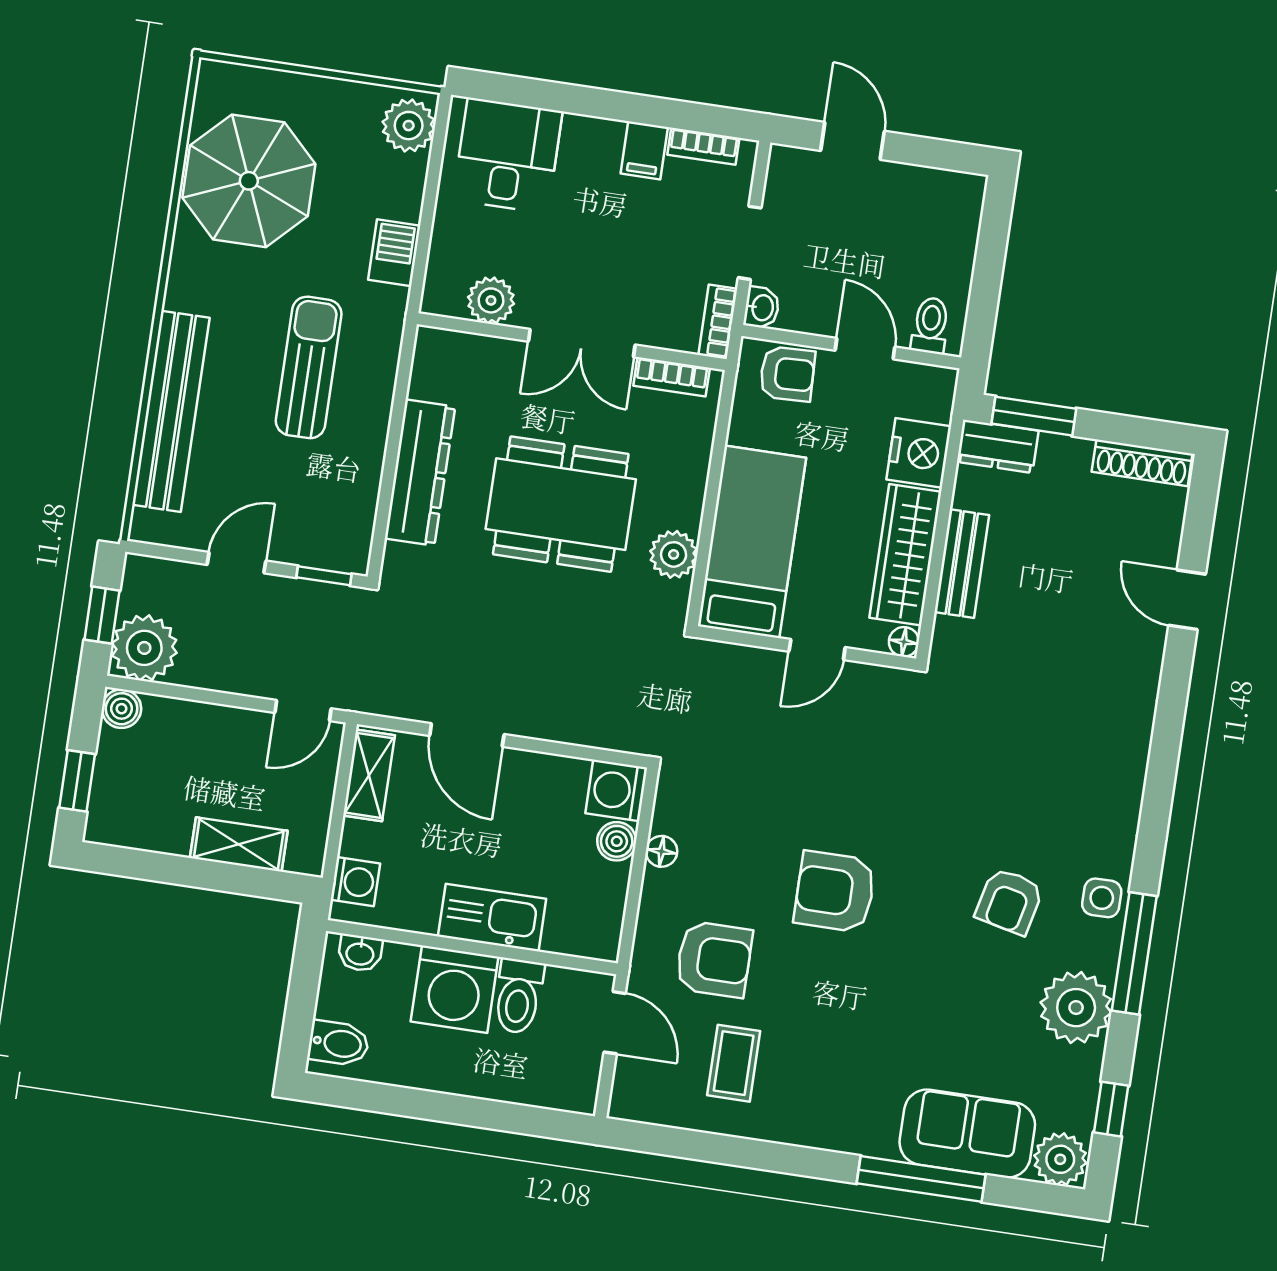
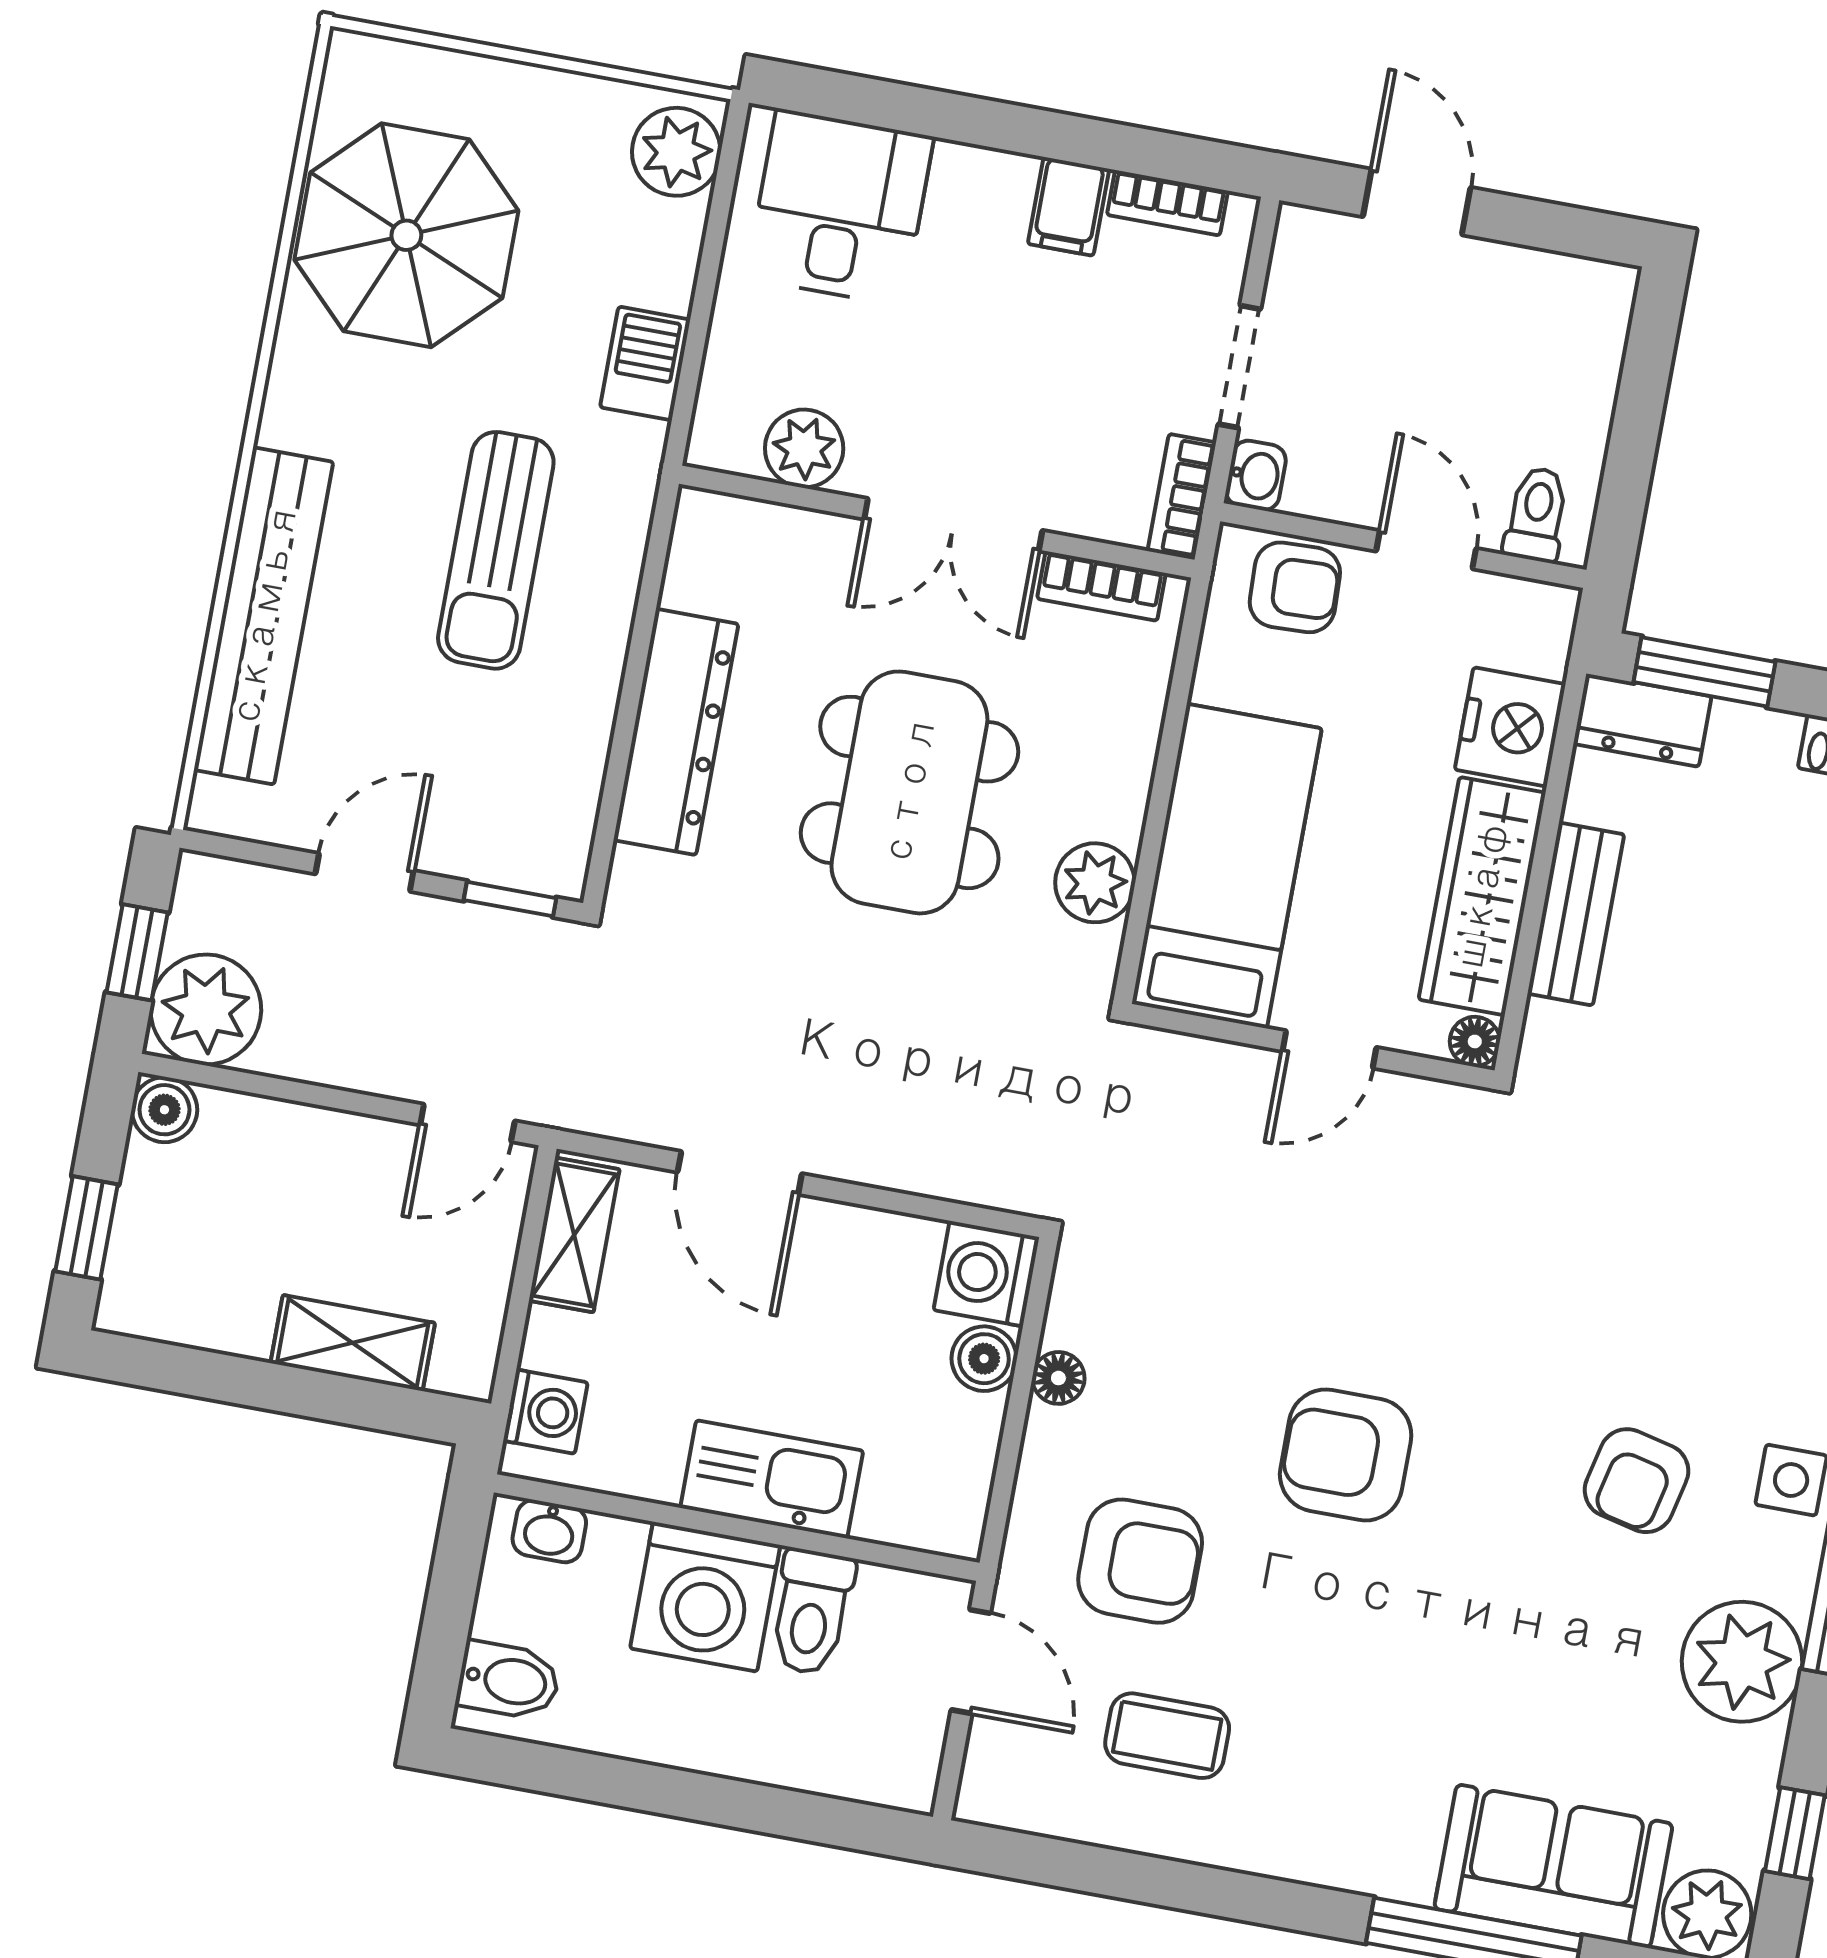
sun lounger: (309, 367) -> (496, 550), turned 180
dining table: (561, 504) -> (909, 792), turned 90
coffee table: (734, 1063) -> (1167, 1736), turned 90

